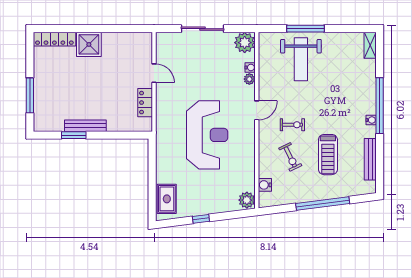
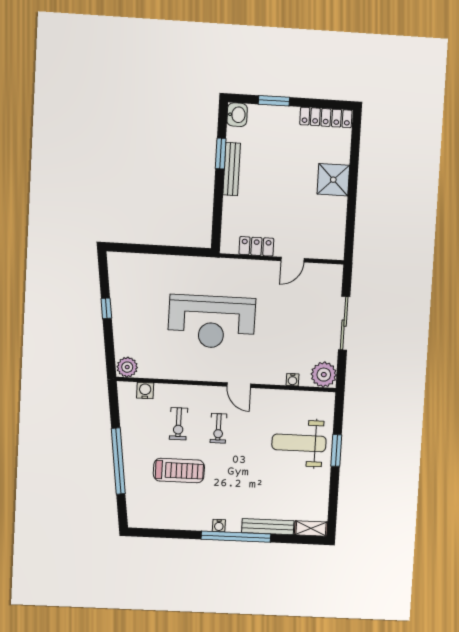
window: (306, 29) -> (336, 450), width x0.69
locker: (54, 39) -> (326, 117), moved, turned -90
plant: (249, 79) -> (278, 378), removed
window: (30, 95) -> (274, 101), width x0.69
washbasin: (42, 124) -> (237, 115), added
treadmill: (328, 155) -> (179, 471), turned 180
exercise bike: (290, 157) -> (178, 424), turned -64
bench: (370, 159) -> (268, 527), moved
rug: (167, 199) -> (134, 267), removed

